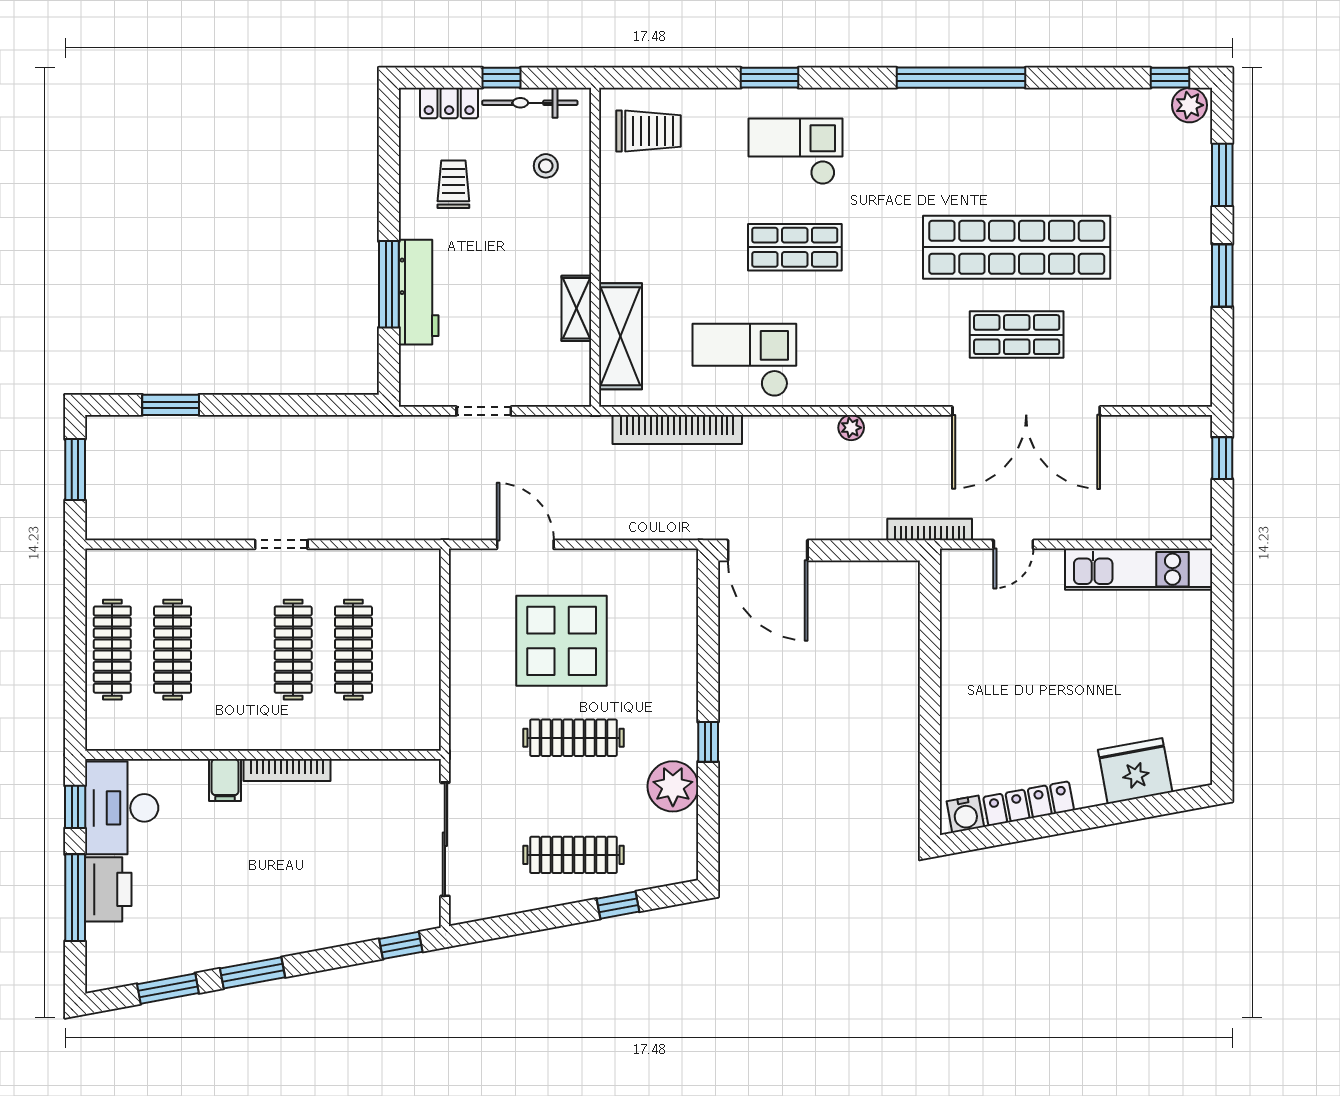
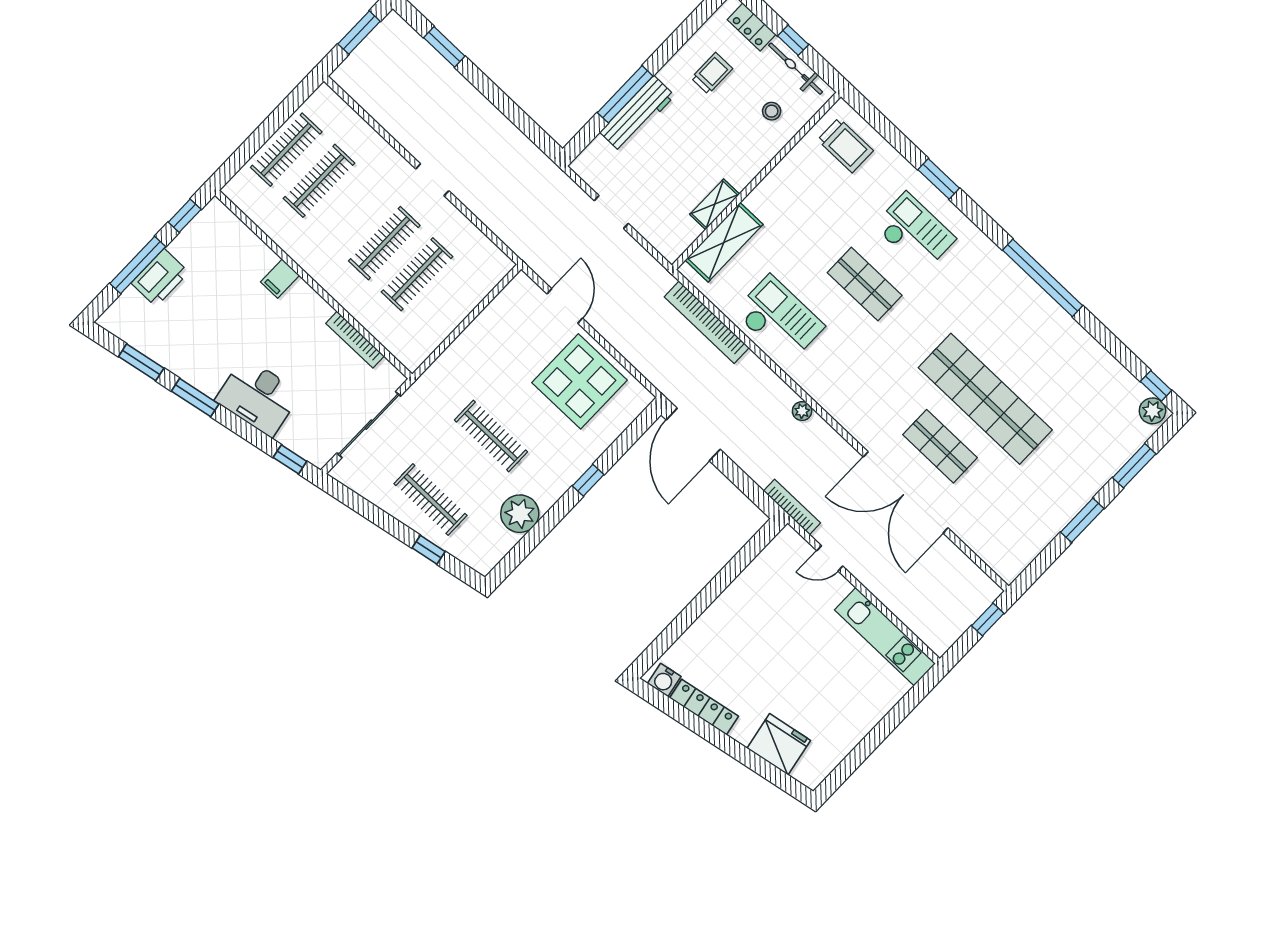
display table: (562, 641) -> (580, 381), moved
window: (708, 742) -> (588, 480), moved
bookcase: (287, 770) -> (355, 340), moved
desk: (122, 808) -> (258, 397), moved, turned -100

